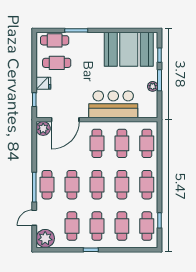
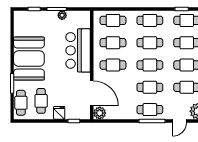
booth: (129, 49) -> (29, 59), moved
door: (34, 218) -> (179, 121), hinge flipped

